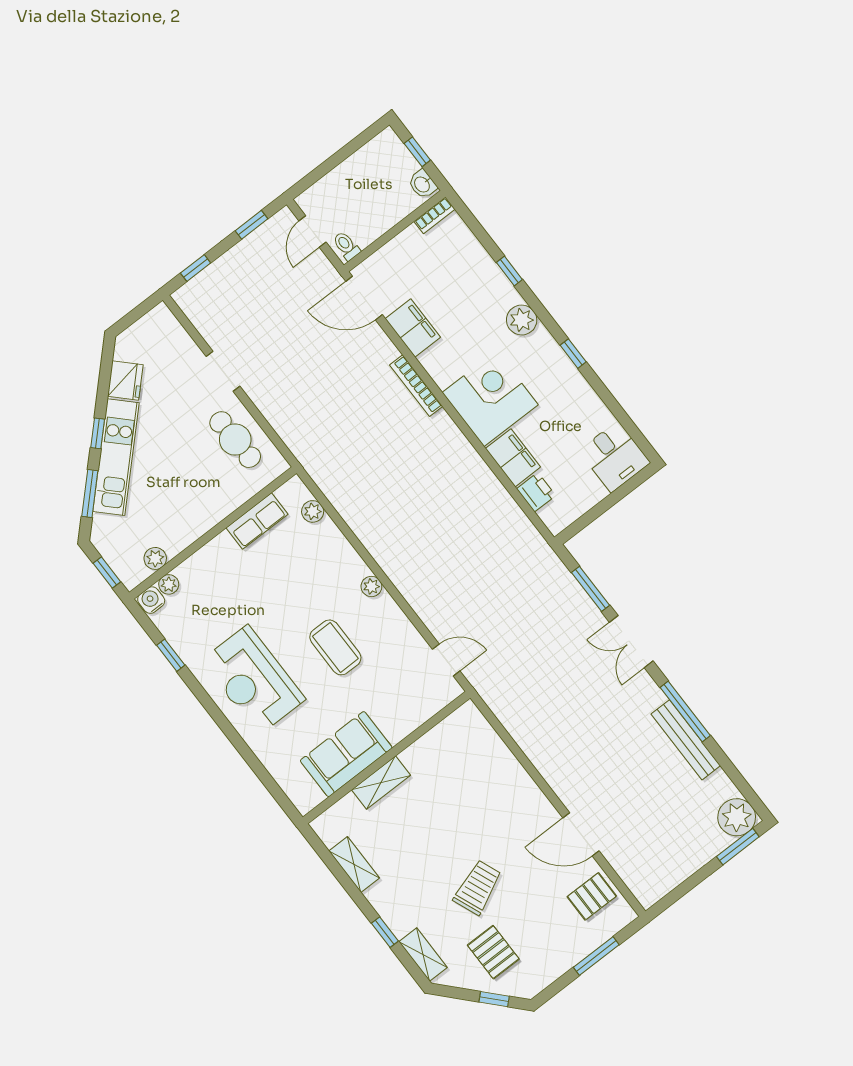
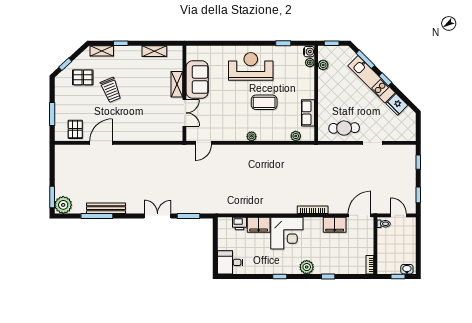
washbasin: (422, 184) -> (407, 269), moved
coffee table: (335, 647) -> (264, 102), moved
window: (685, 711) -> (97, 216), moved
double door: (420, 732) -> (184, 113), added

